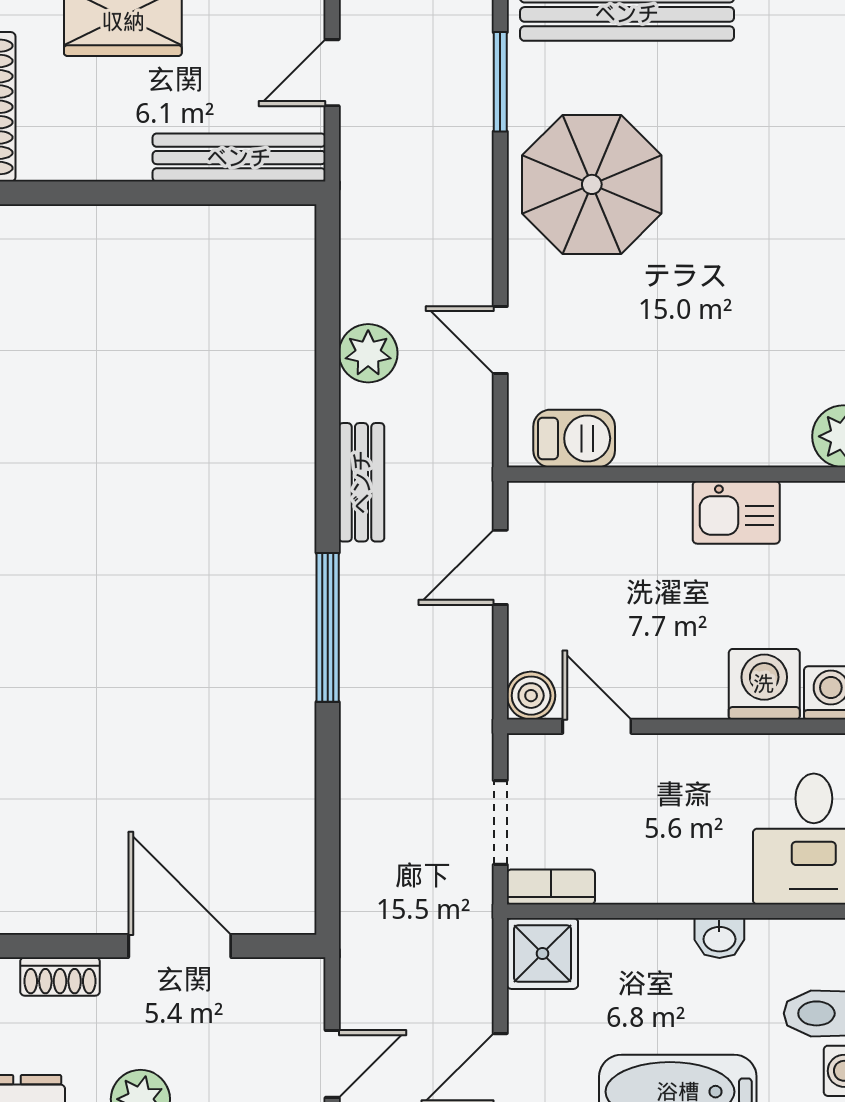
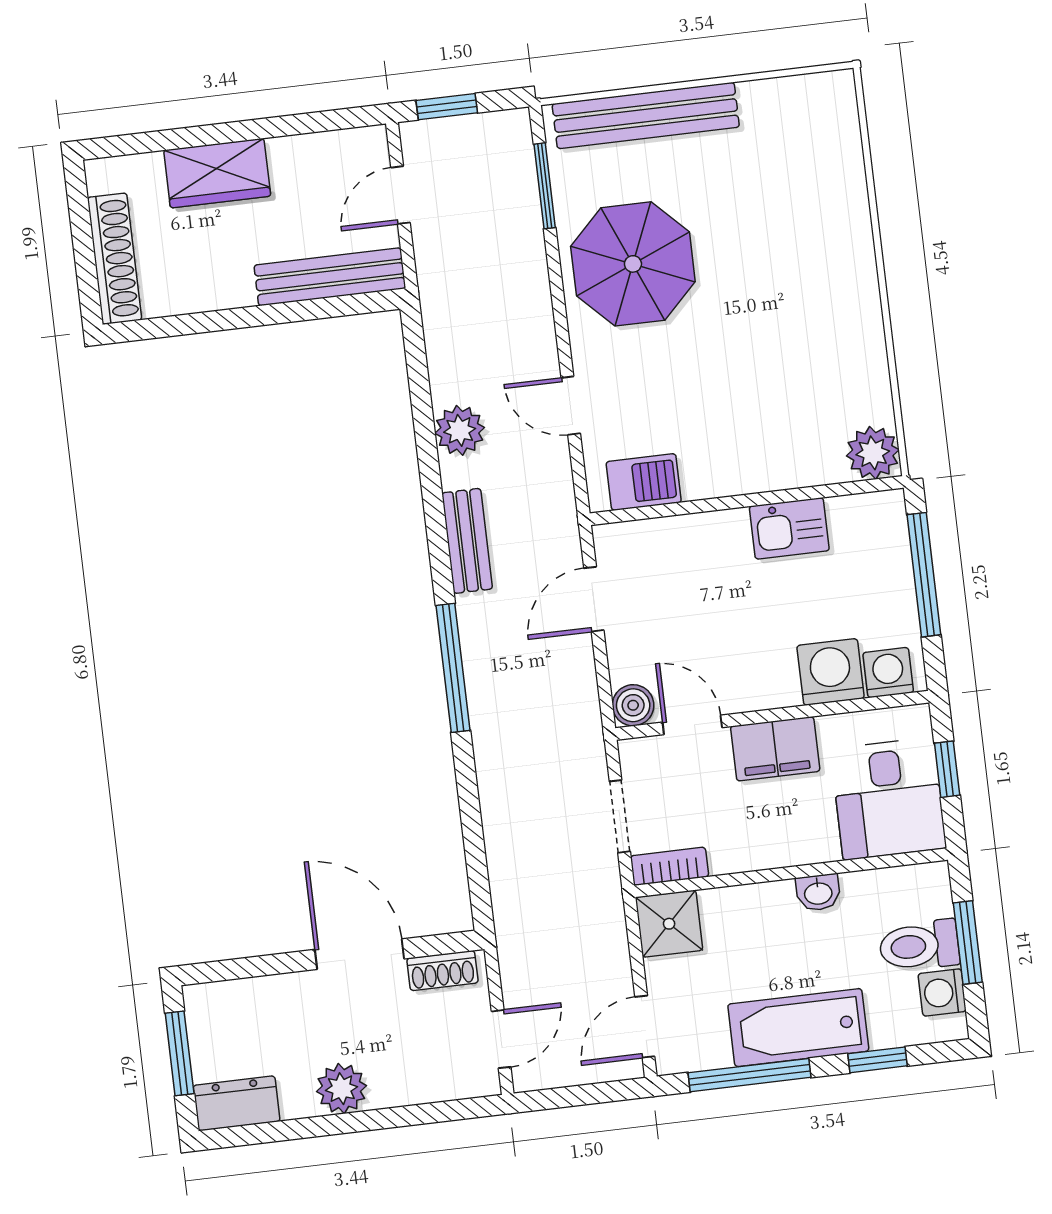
filing cabinet: (689, 766) -> (775, 749), added
shoe rack: (60, 976) -> (442, 971), moved

